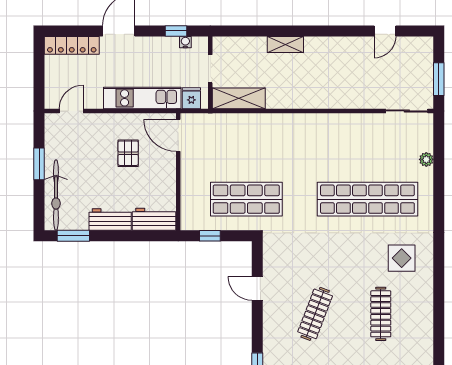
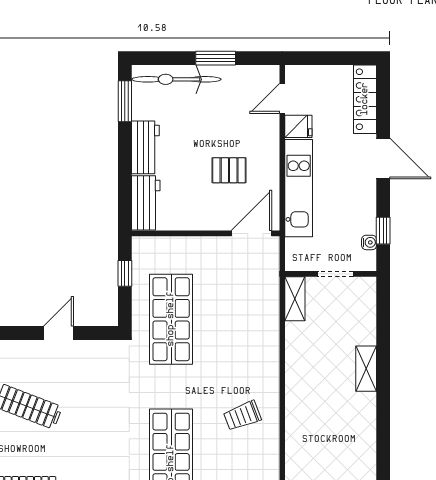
fridge: (191, 98) -> (298, 126), moved
shelving: (239, 98) -> (295, 299), width x0.67, depth x0.75
door: (71, 111) -> (282, 98), swing flipped
trolley: (323, 143) -> (242, 416), added

